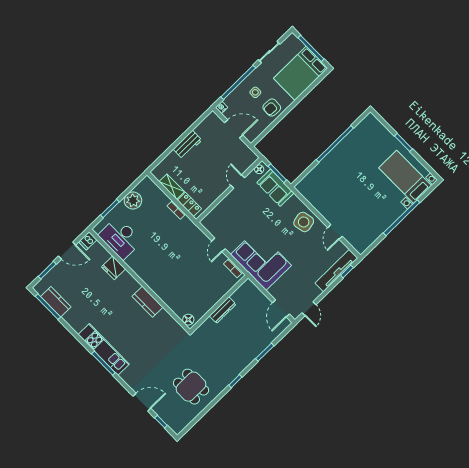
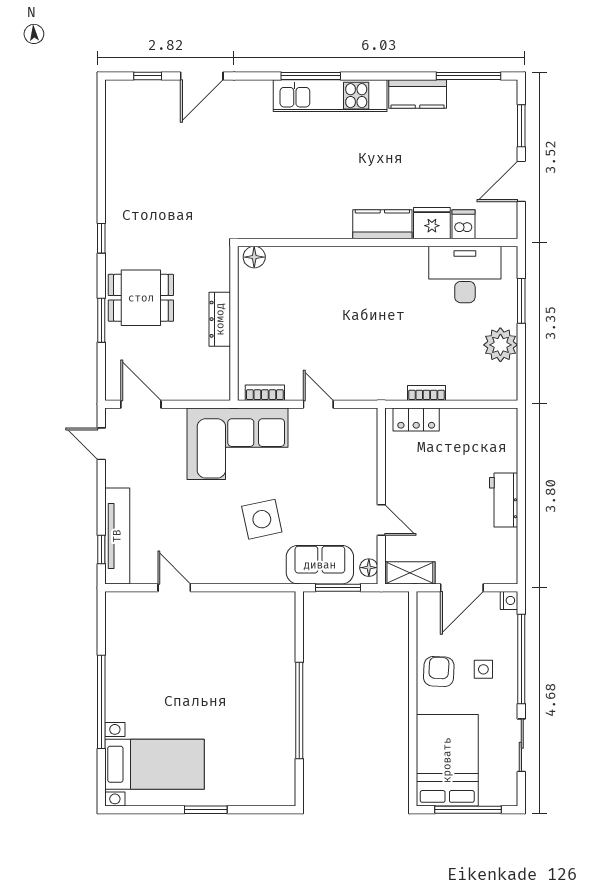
shelving: (172, 187) -> (410, 573), moved
side table: (304, 222) -> (262, 519), moved
dishwasher: (88, 241) -> (463, 224), moved
kitchen counter: (56, 302) -> (418, 94), moved
kitchen counter: (148, 302) -> (382, 224), moved
dining table: (191, 387) -> (141, 298), moved

